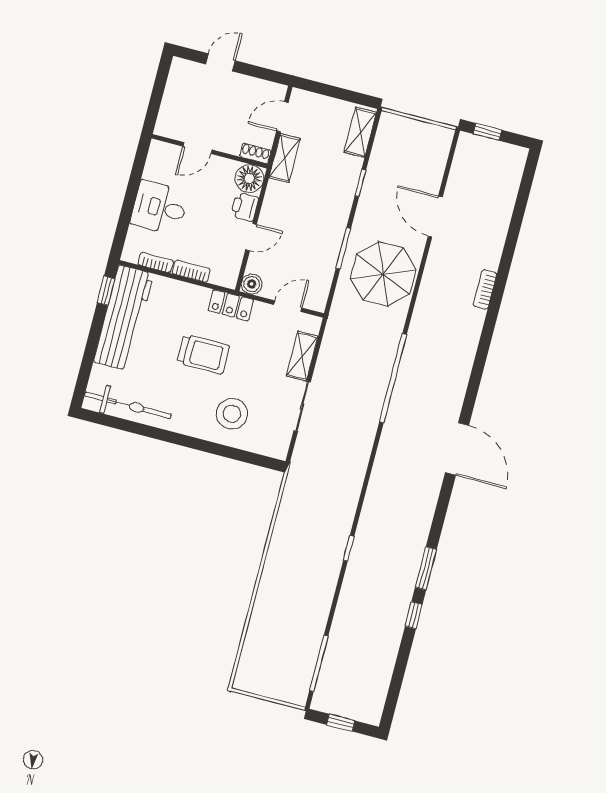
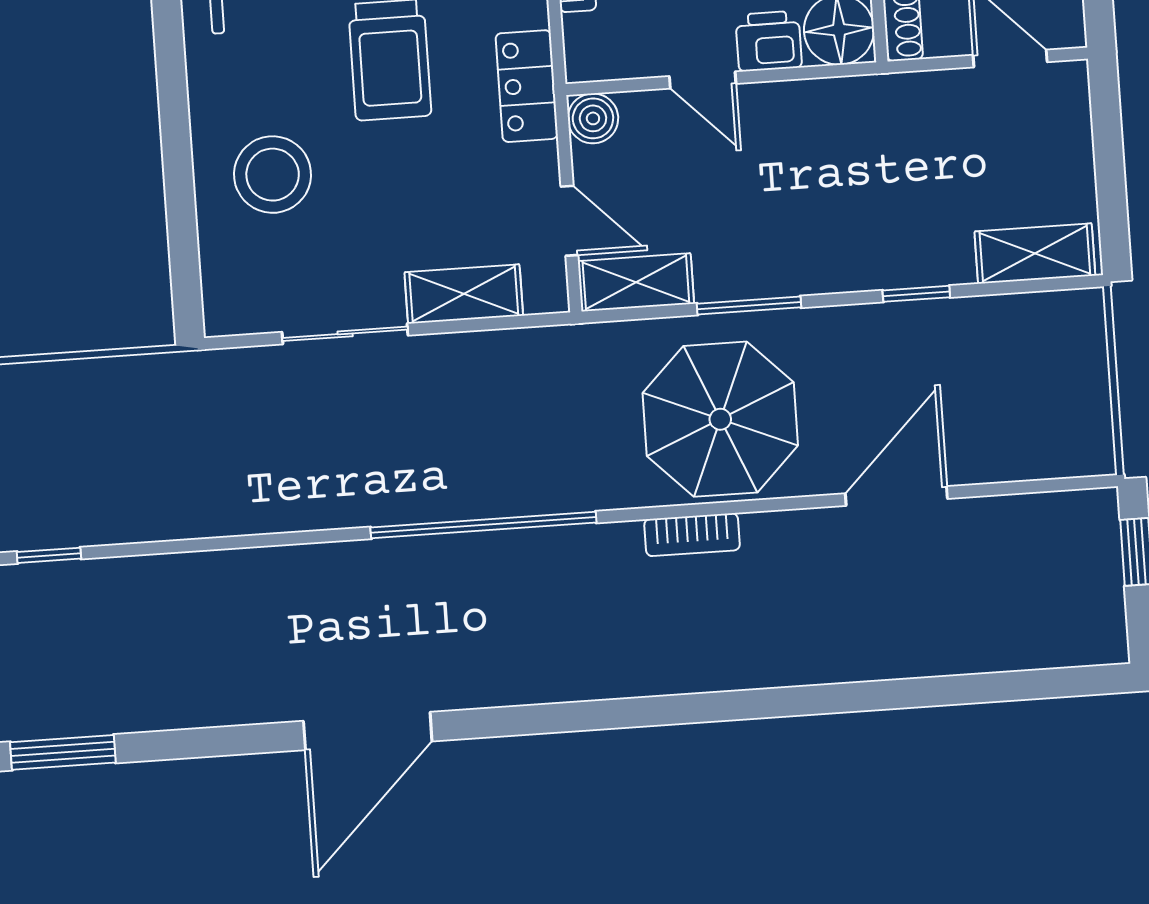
shelving: (285, 158) -> (636, 282), moved
bookcase: (485, 289) -> (692, 535), moved, turned 180

